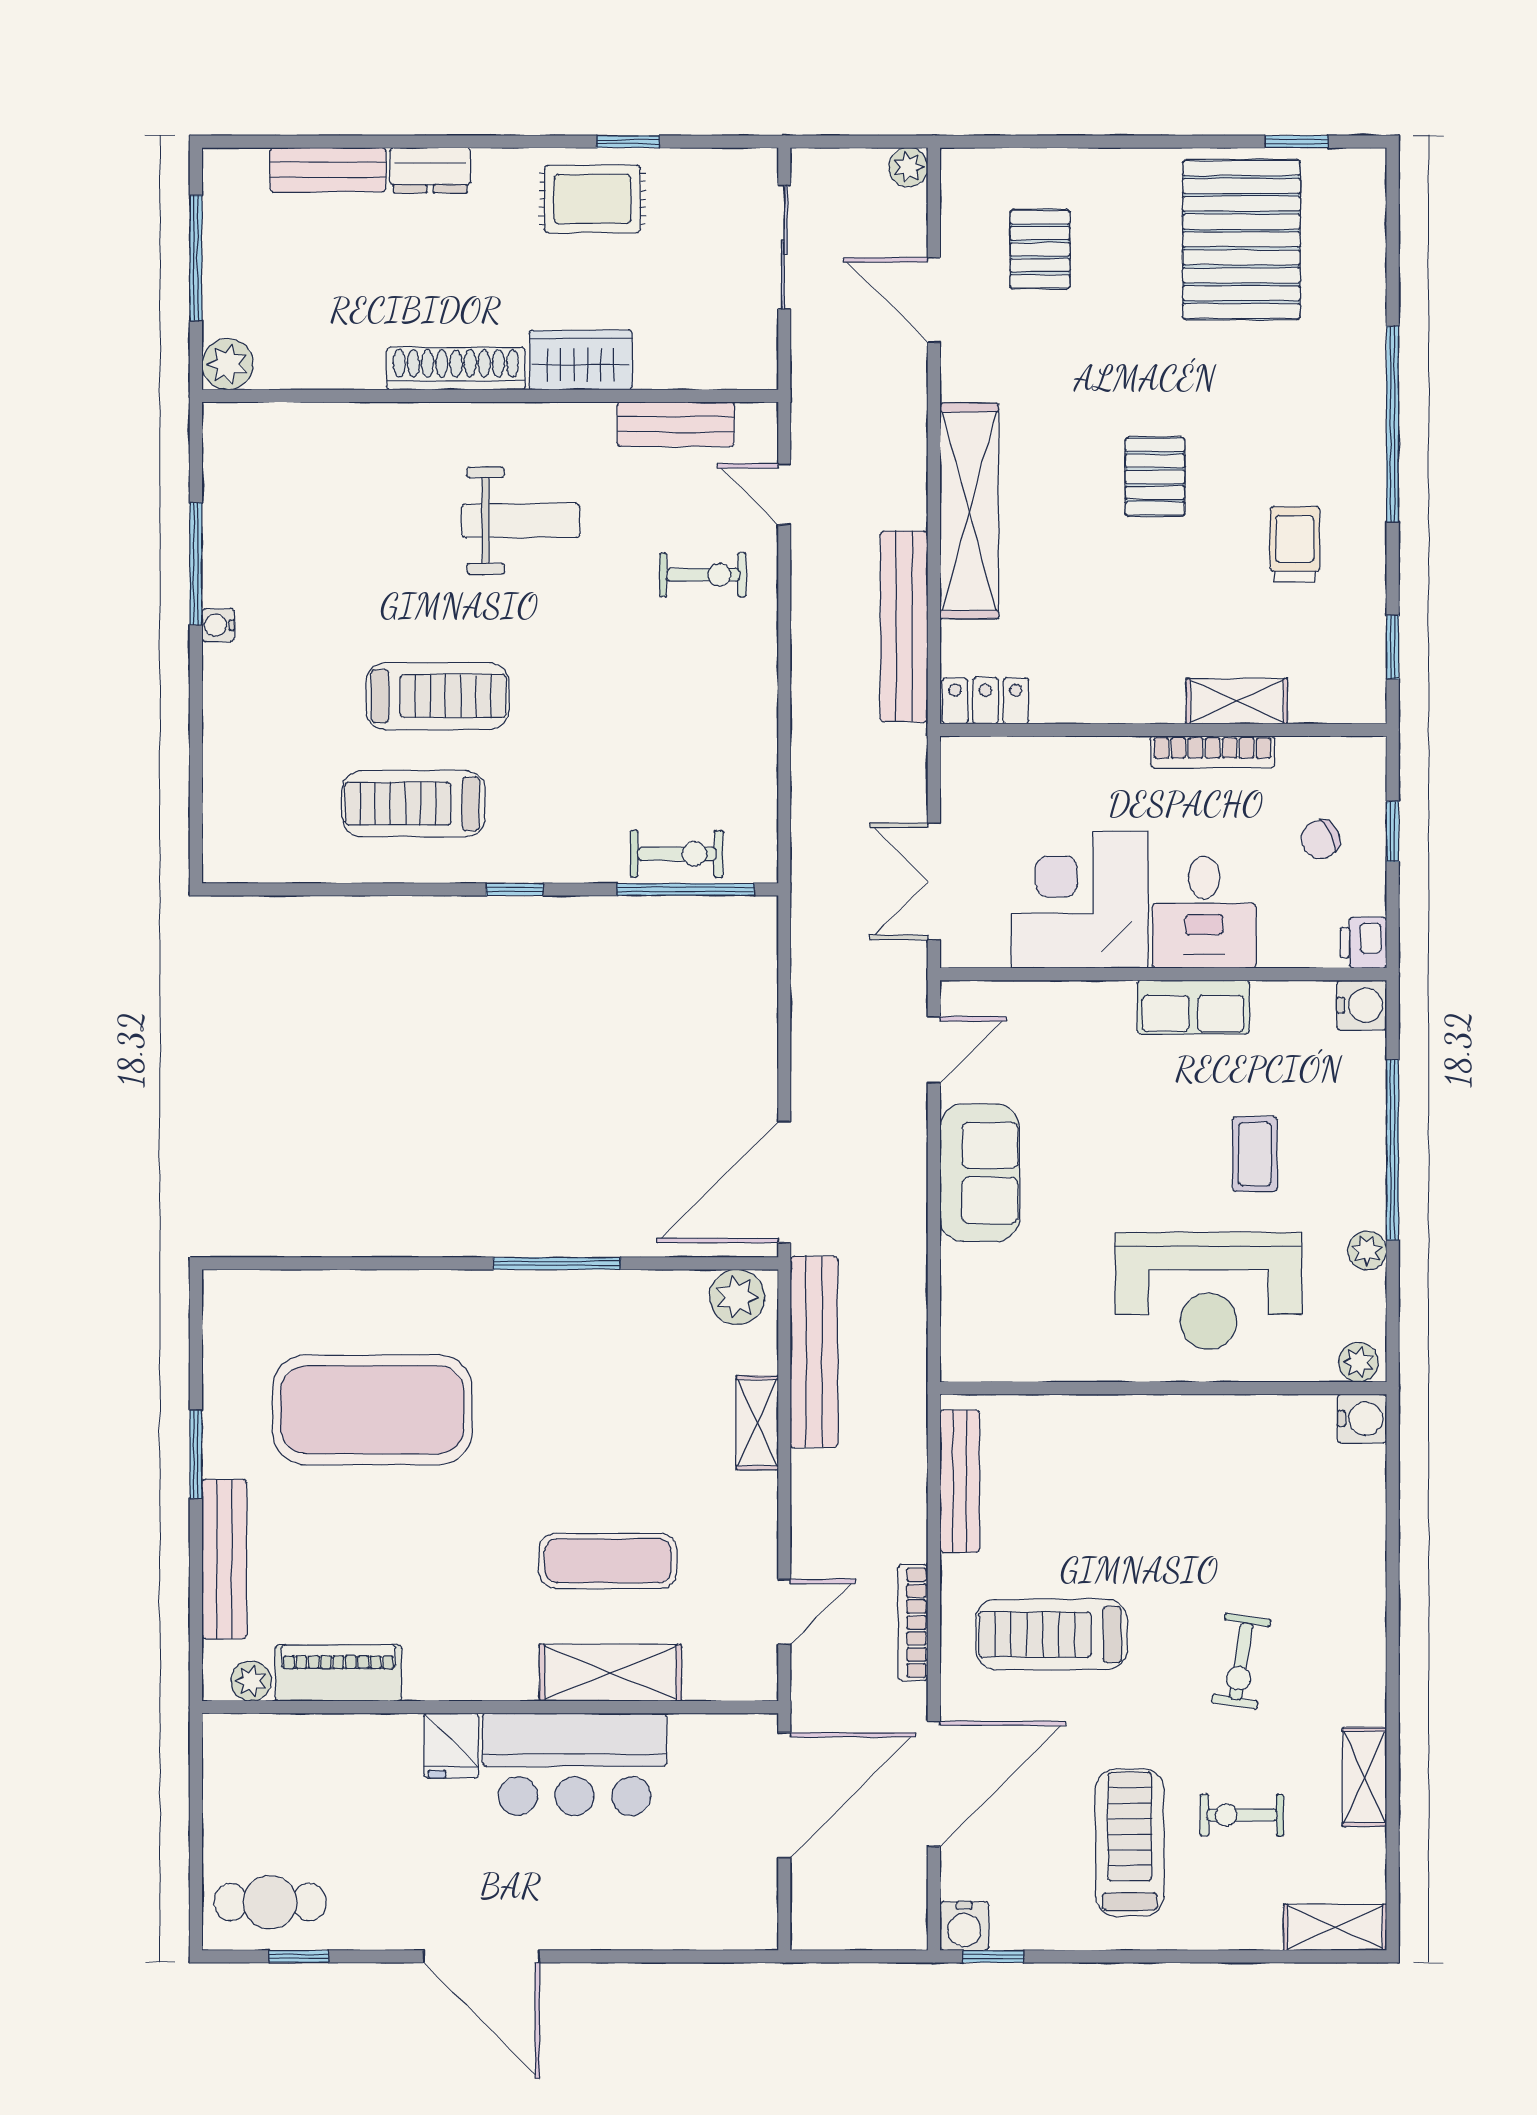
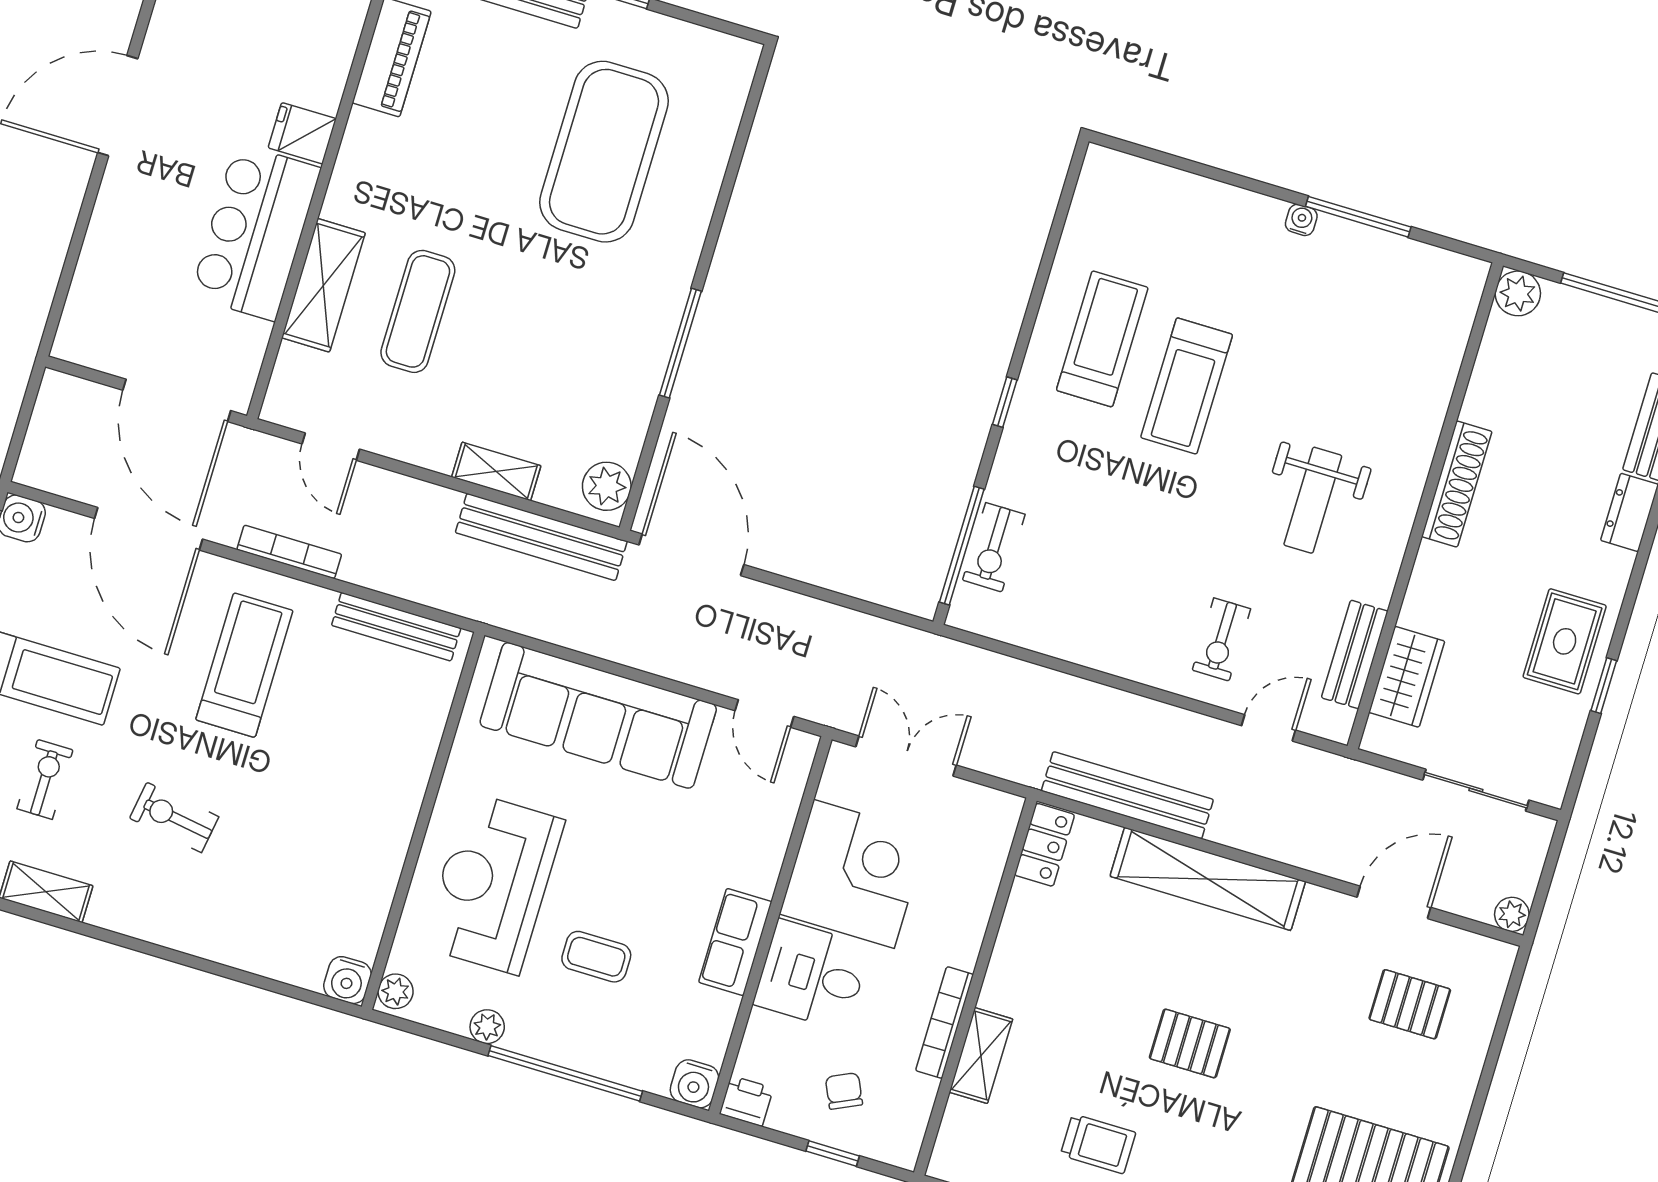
wardrobe: (581, 360) -> (1407, 677), moved
sofa: (980, 1173) -> (598, 715), width x1.85, depth x1.27

